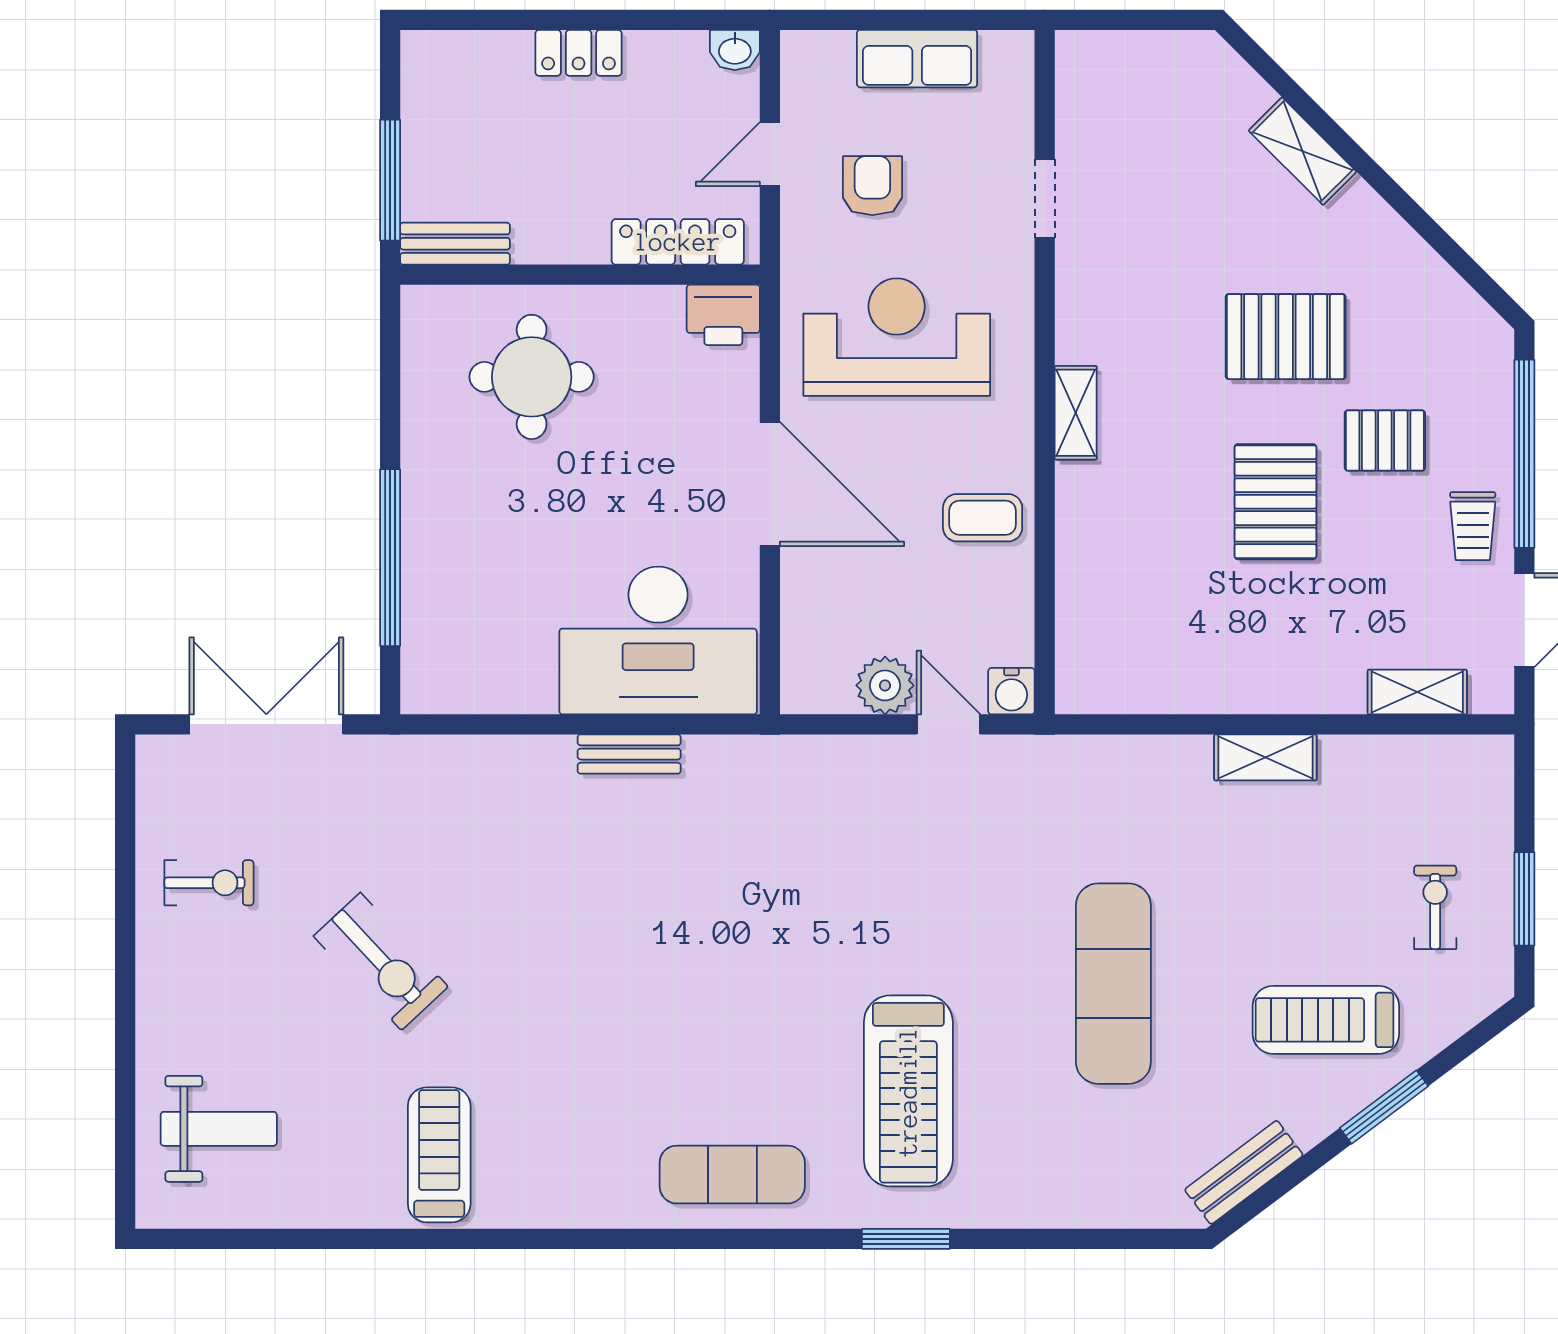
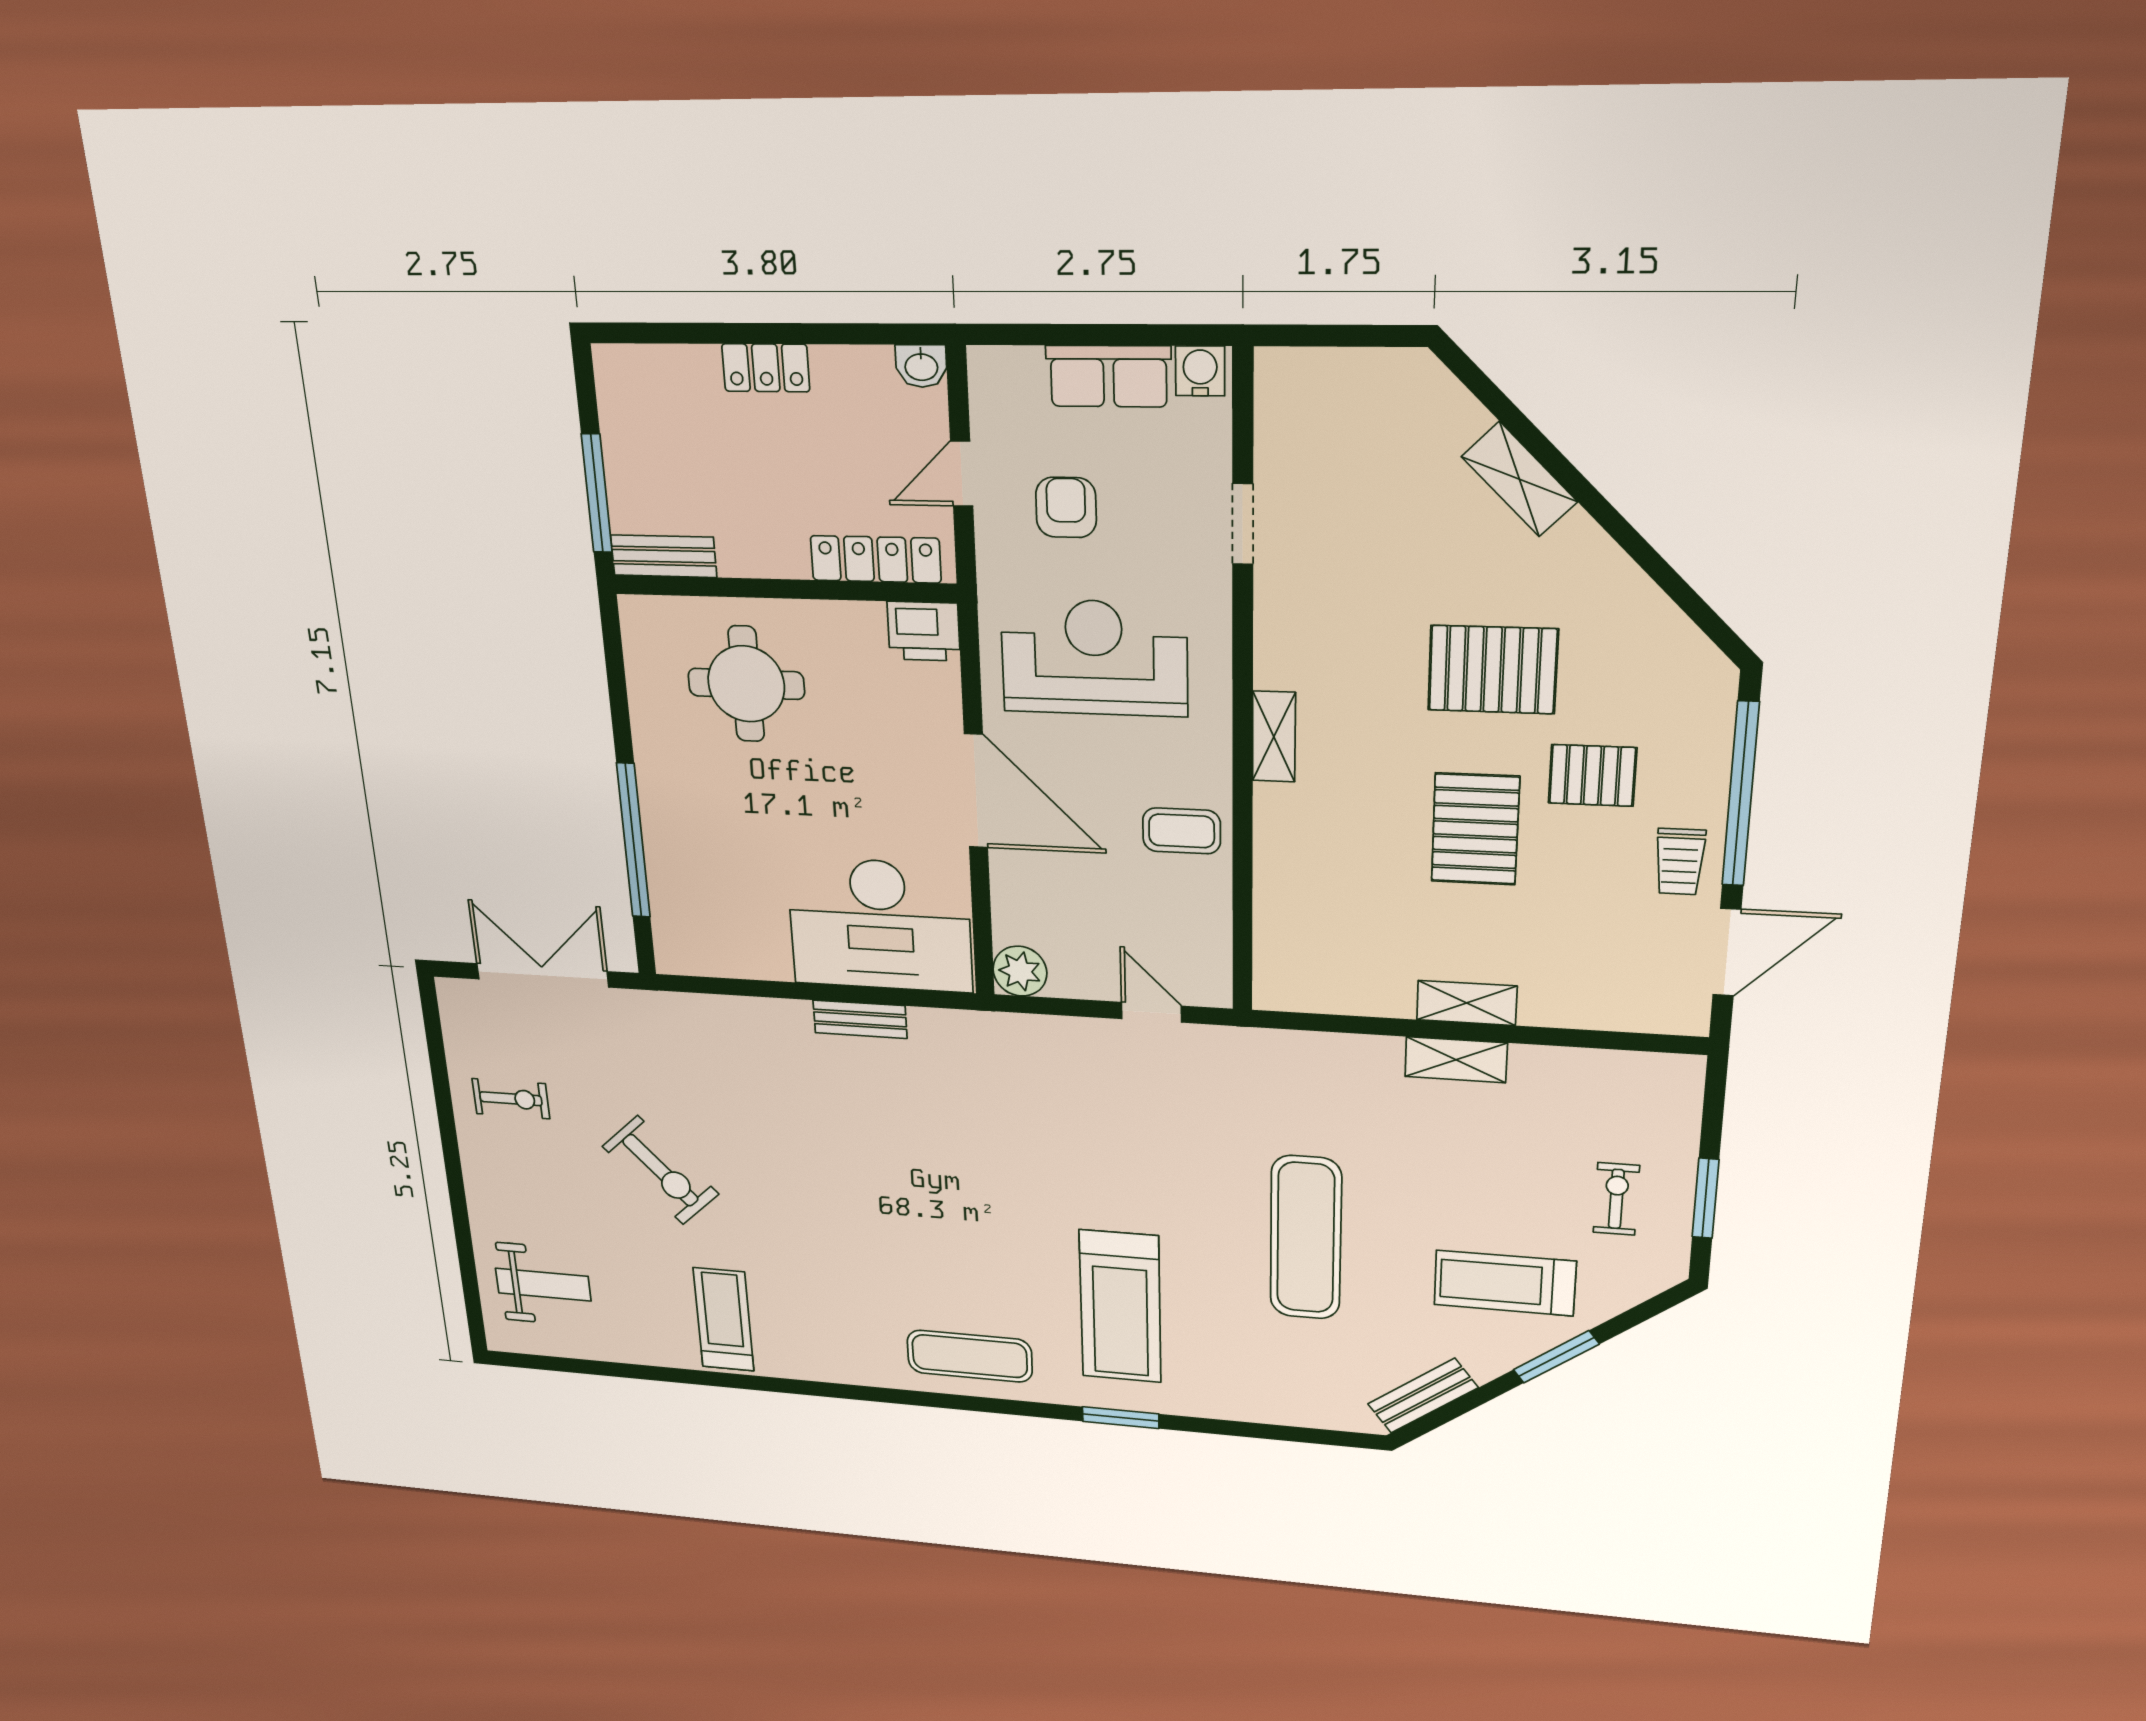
plant: (885, 685) -> (1020, 971), moved
water cooler: (1011, 691) -> (1200, 371), moved, turned 180
shelving: (1417, 692) -> (1467, 1003), moved

